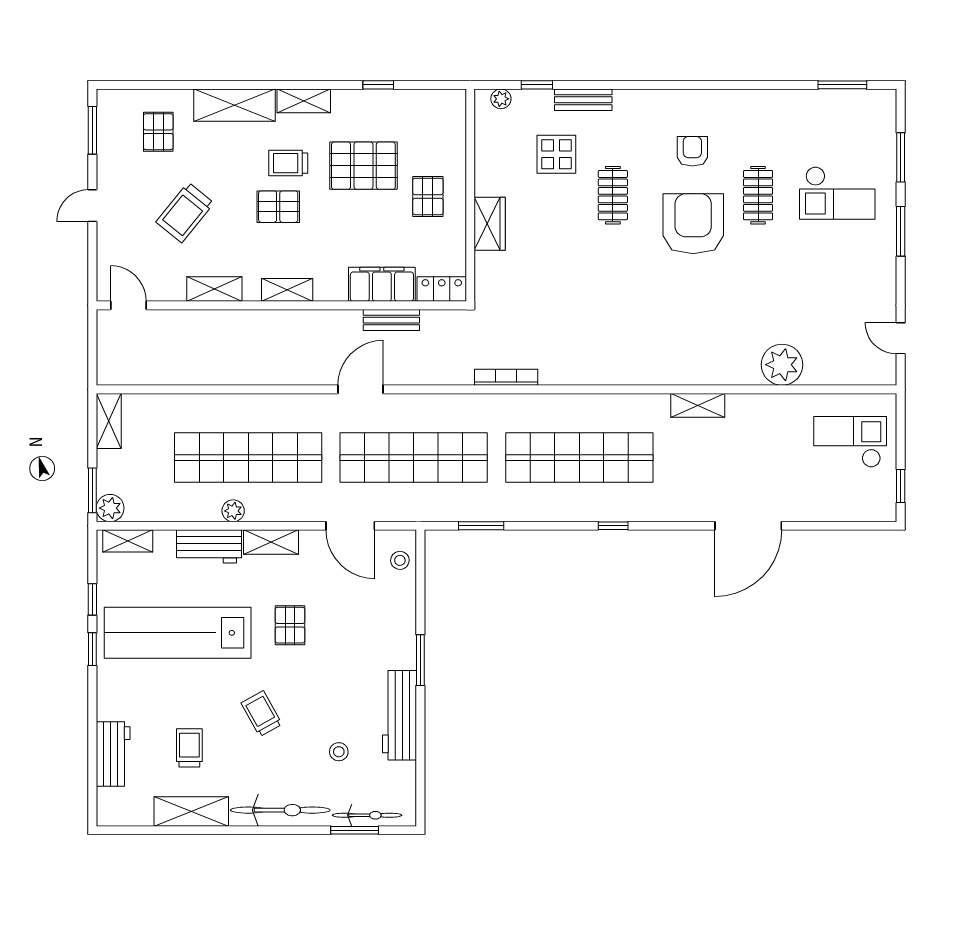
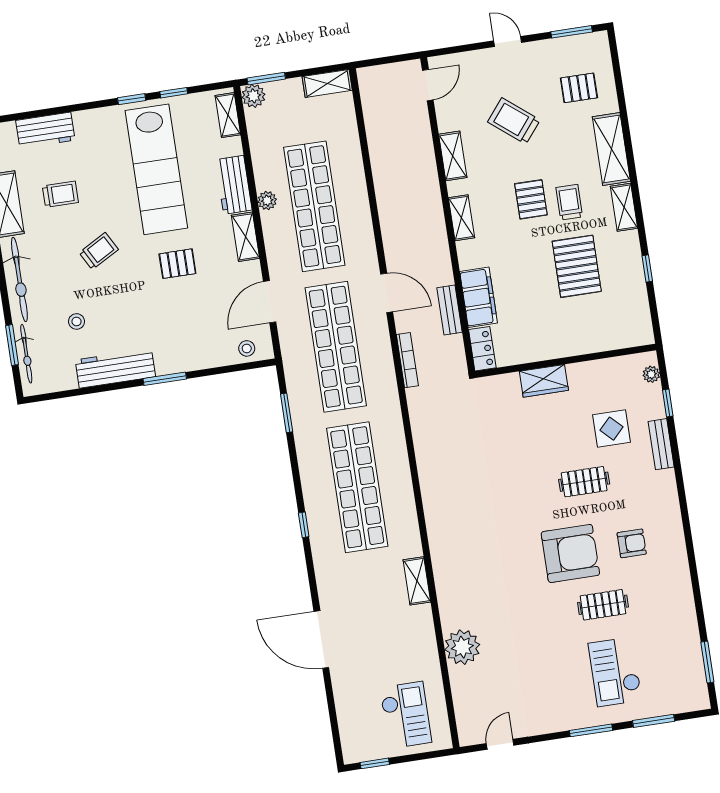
pallet: (428, 196) -> (559, 325), removed
bookcase: (506, 377) -> (407, 360), moved
lab bench: (178, 633) -> (156, 169), turned 180

